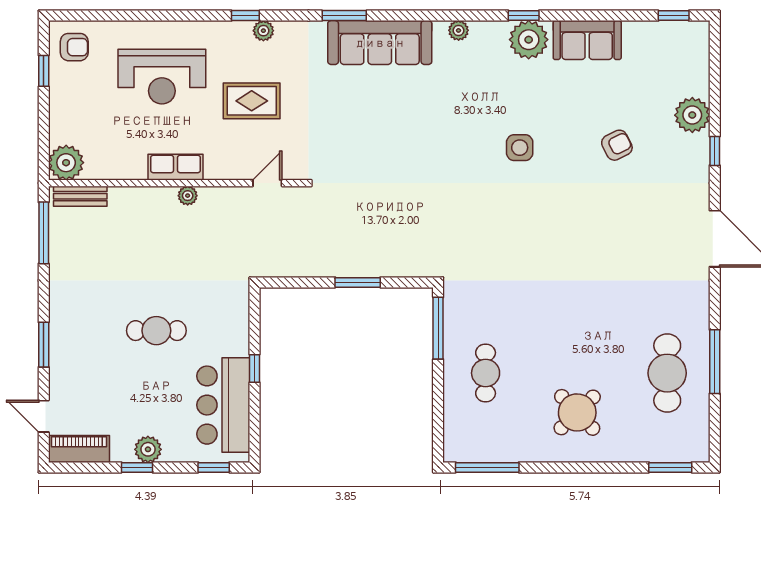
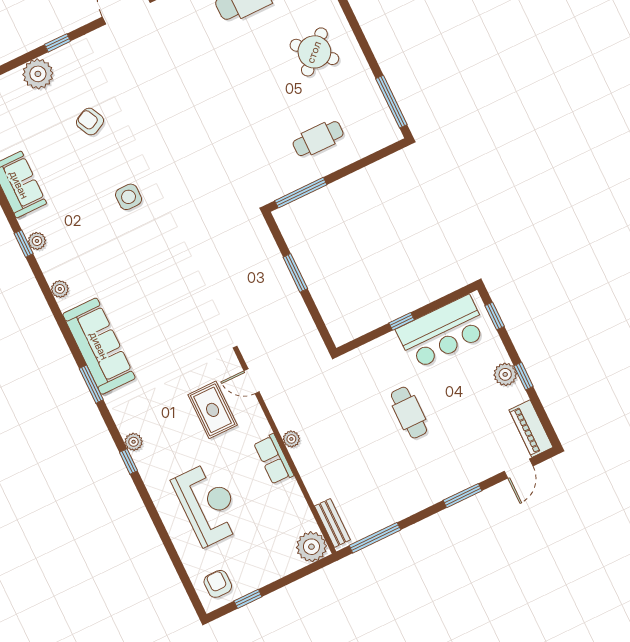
plant: (529, 40) -> (37, 241), width x0.53, depth x0.53
rug: (252, 101) -> (213, 410), moved

